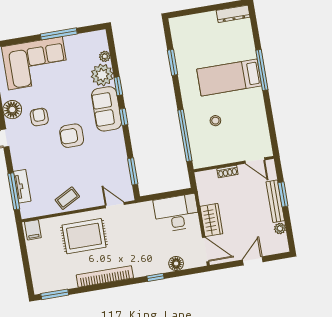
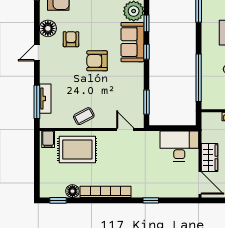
rug: (84, 236) -> (77, 150), moved
floor lamp: (176, 264) -> (72, 191), moved
window: (55, 294) -> (58, 200), width x0.67

